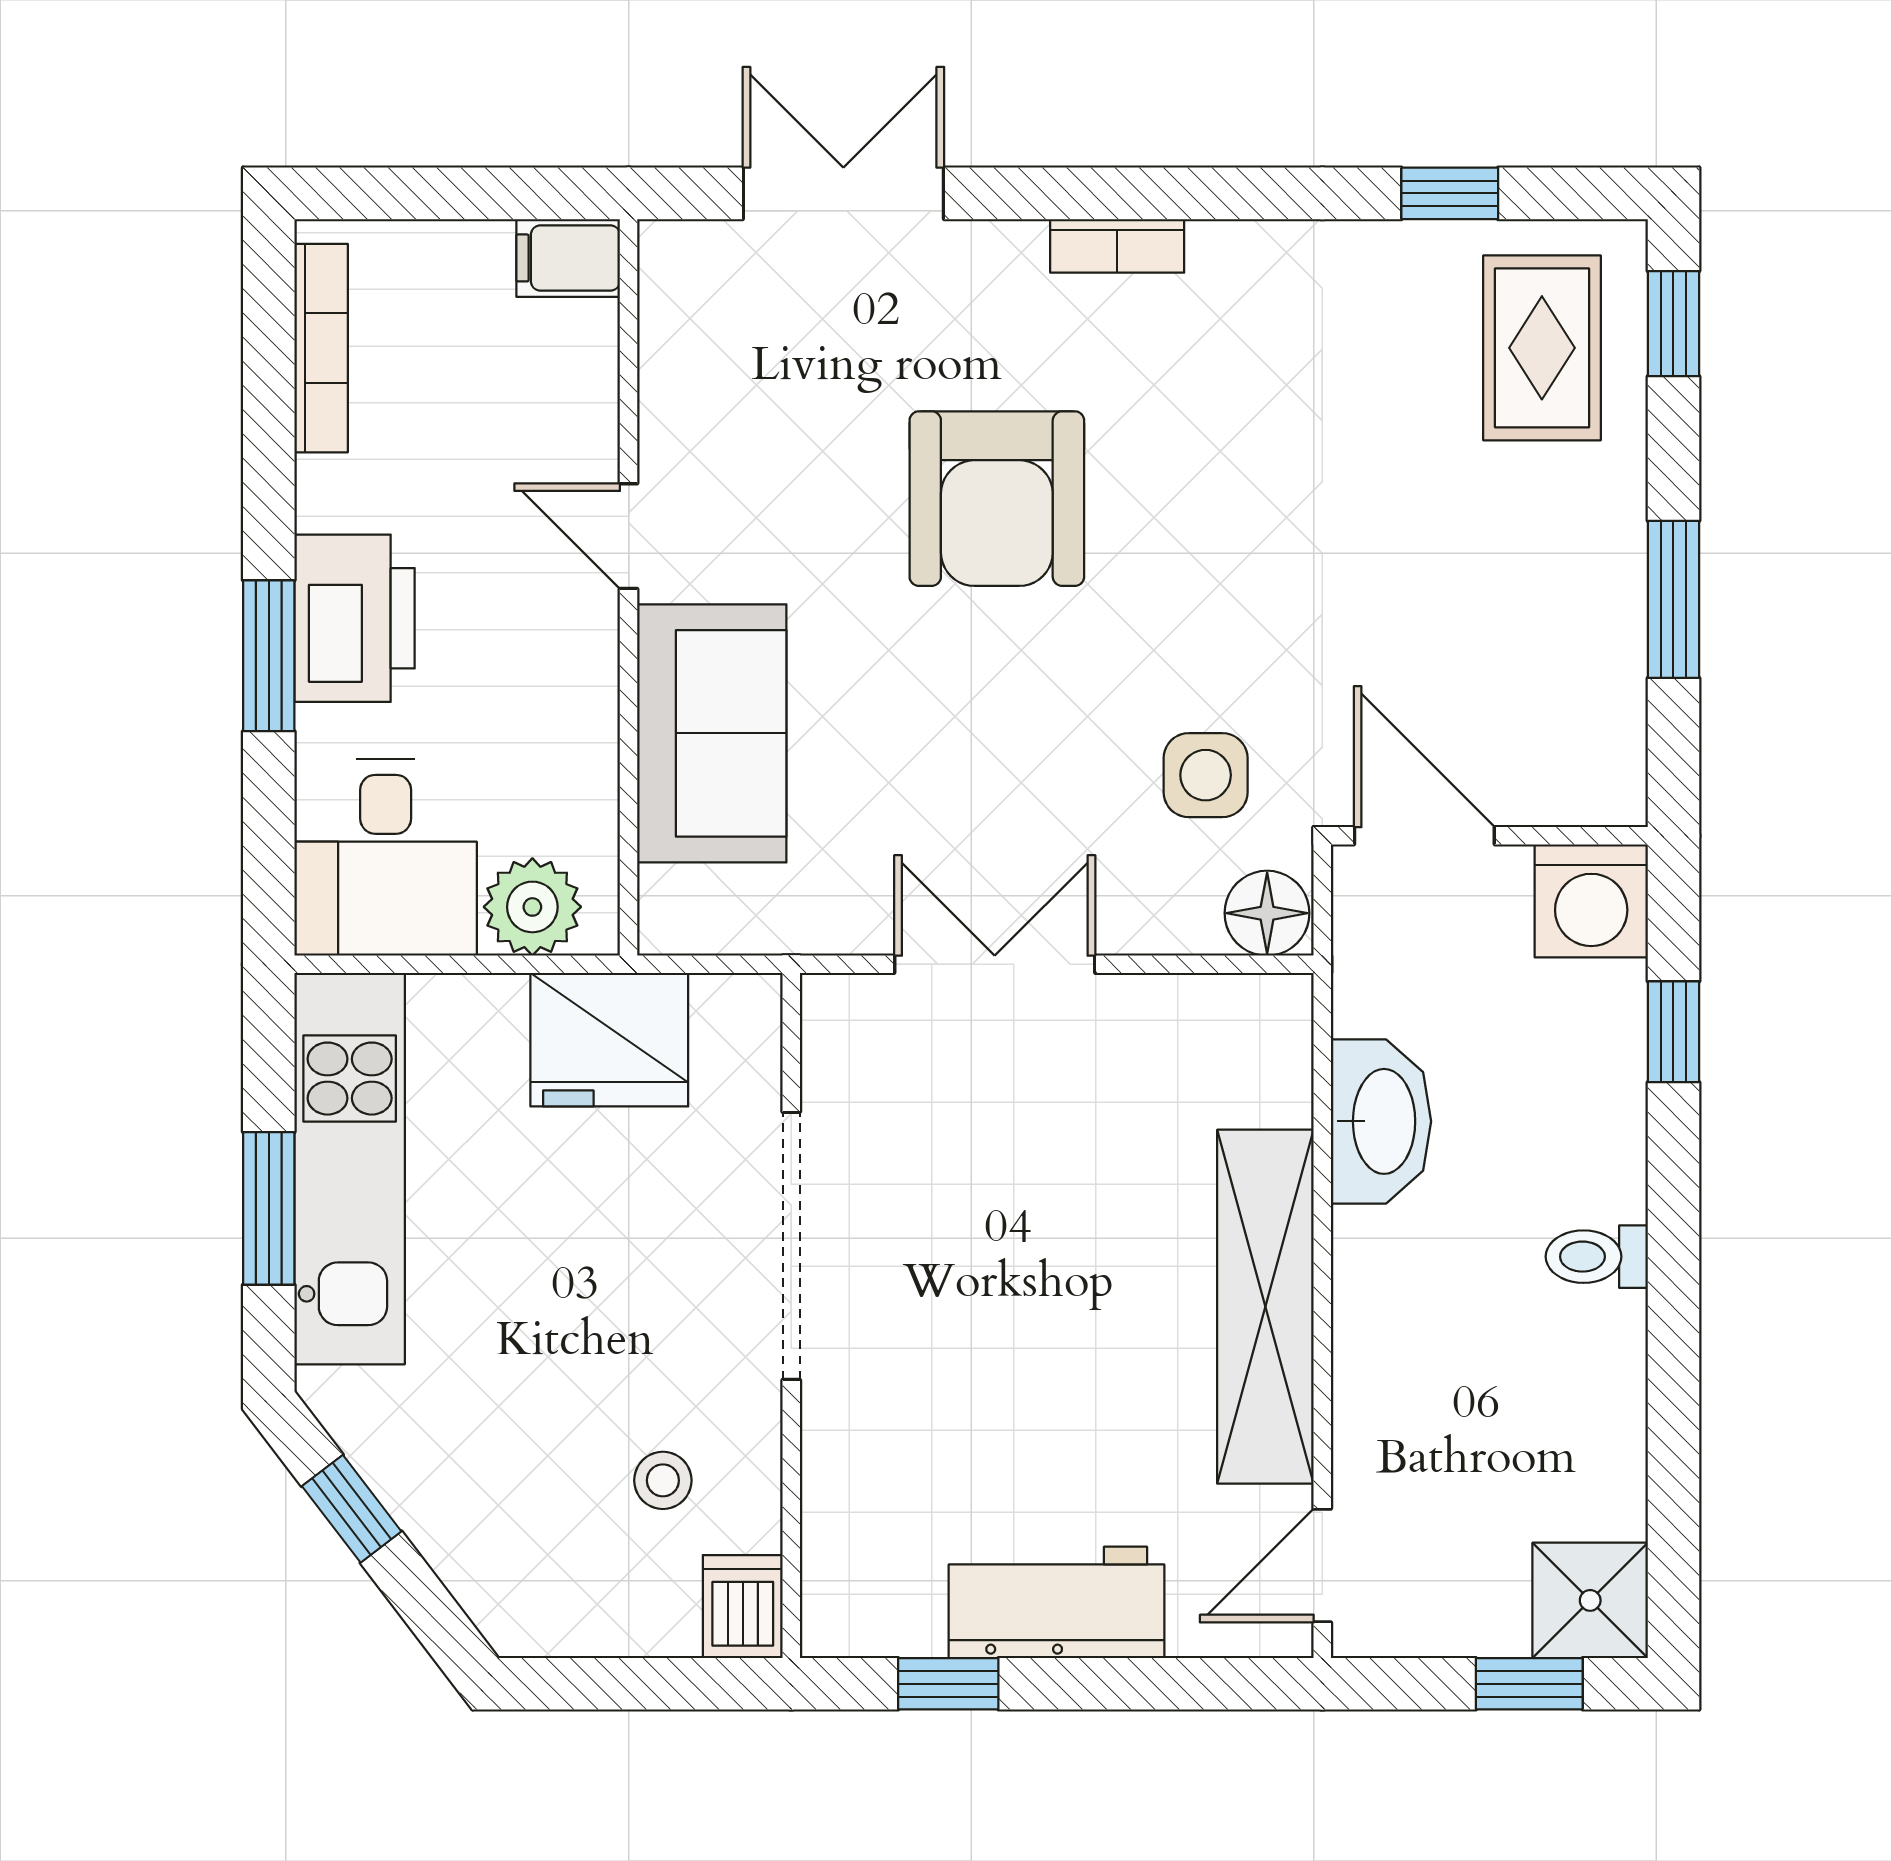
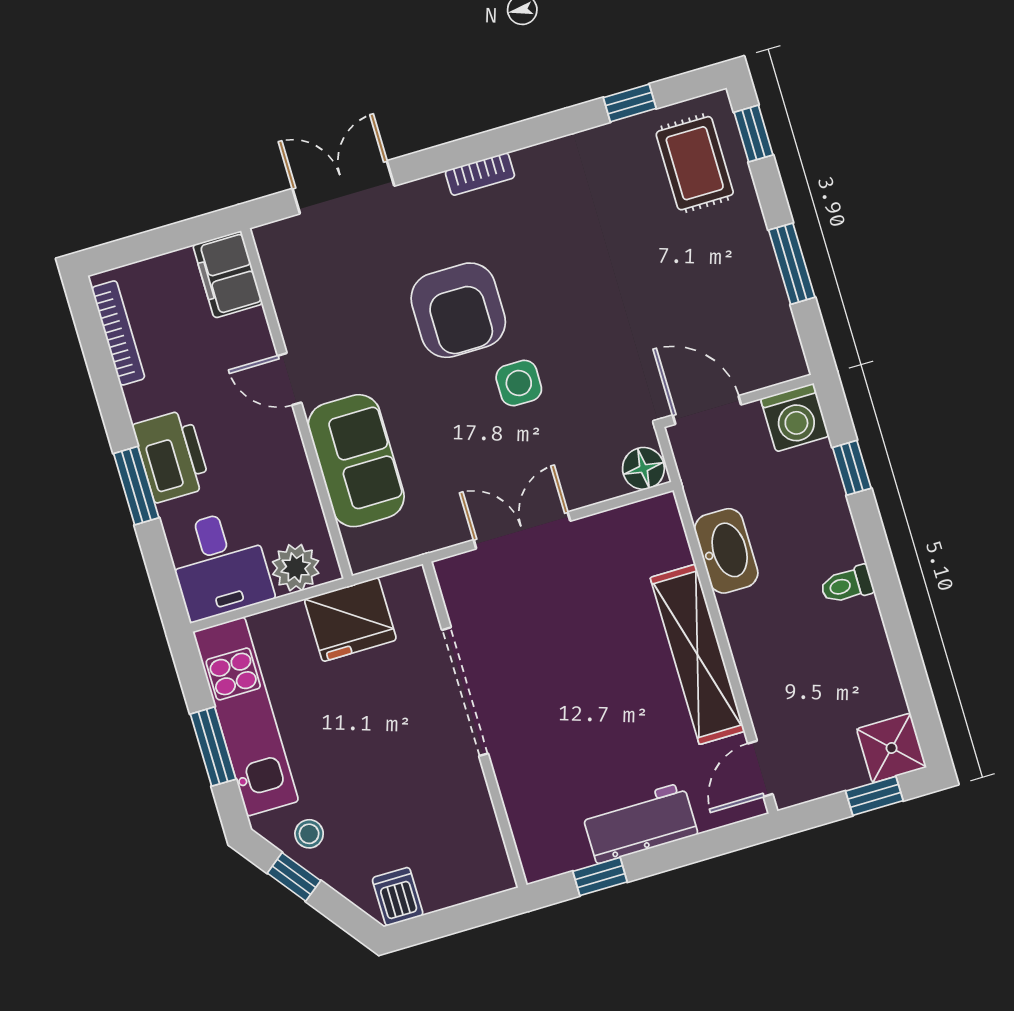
filing cabinet: (568, 258) -> (228, 274), width x2.00
side table: (1206, 775) -> (519, 383), moved
stool: (663, 1480) -> (309, 834), moved
dishwasher: (743, 1607) -> (398, 897), moved

